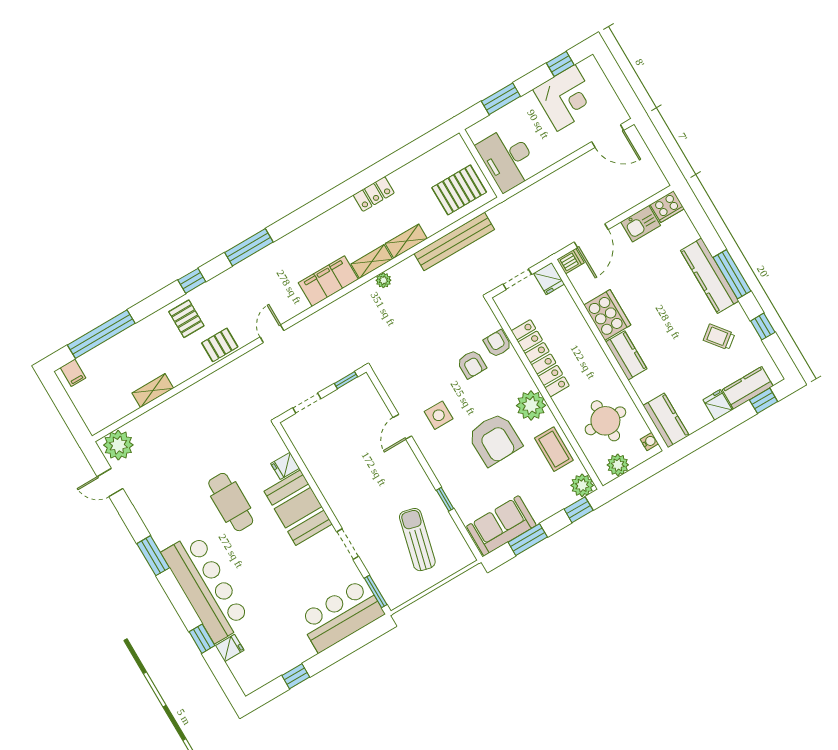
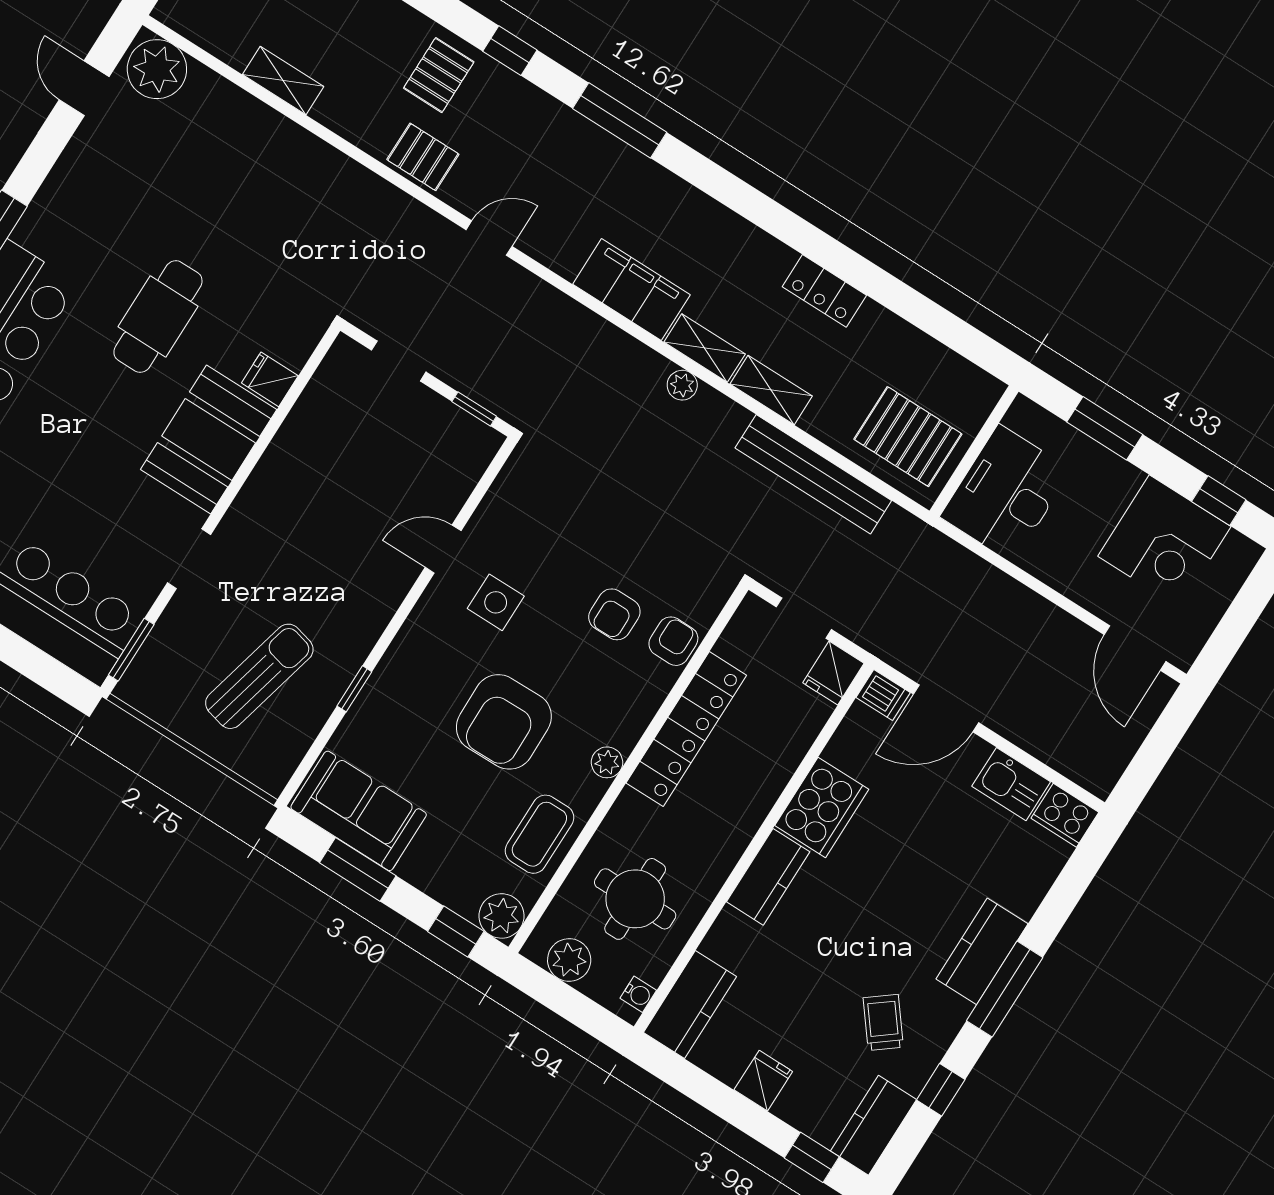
kitchen counter: (710, 276) -> (982, 951), width x0.67
kitchen counter: (748, 388) -> (873, 1125), moved, turned -90
plant: (531, 405) -> (607, 762), width x0.53, depth x0.53

